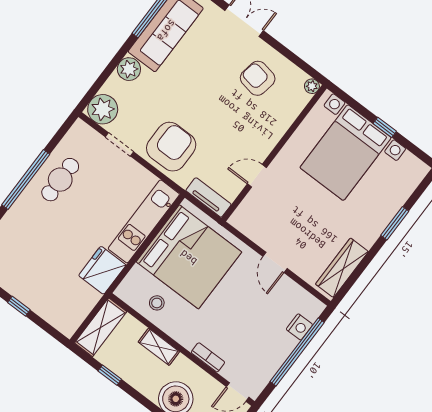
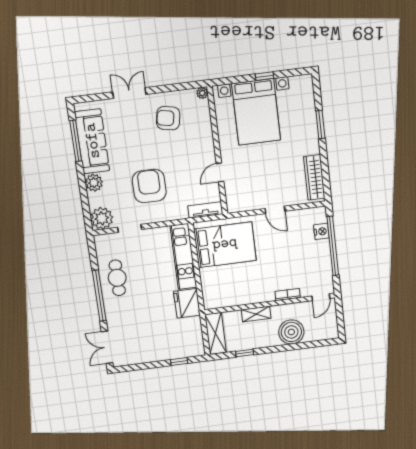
armchair: (171, 147) -> (149, 186), moved
bed: (189, 257) -> (225, 245), width x0.73
stool: (157, 303) -> (233, 292), removed
window: (19, 306) -> (179, 361), moved

